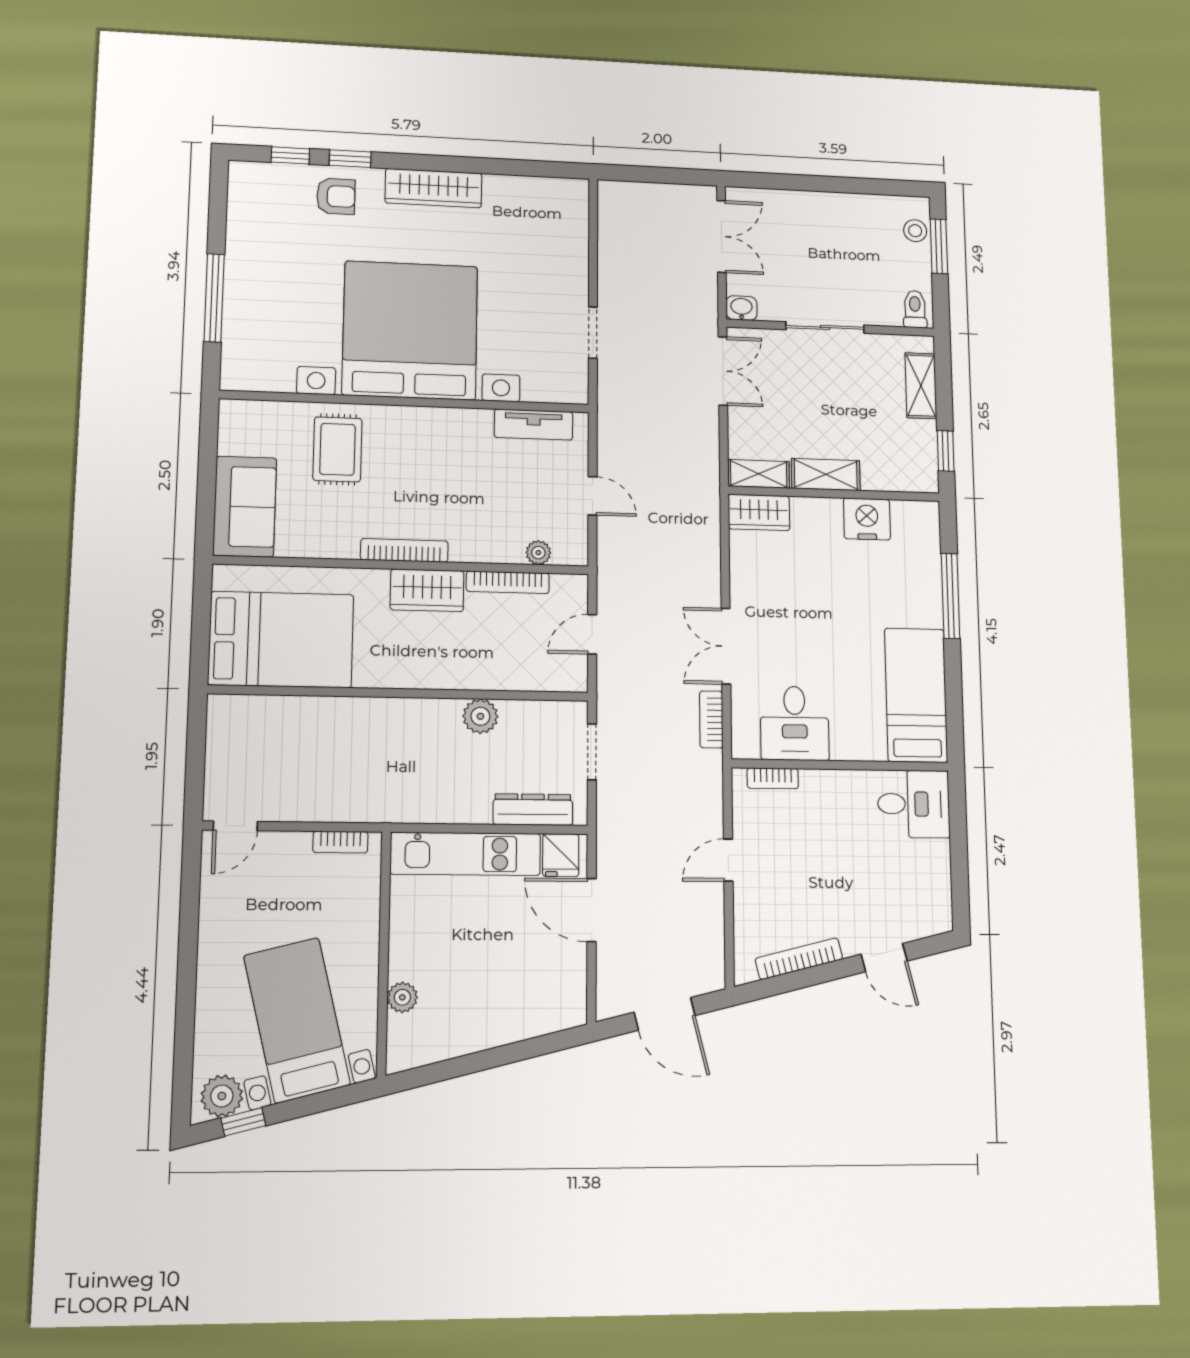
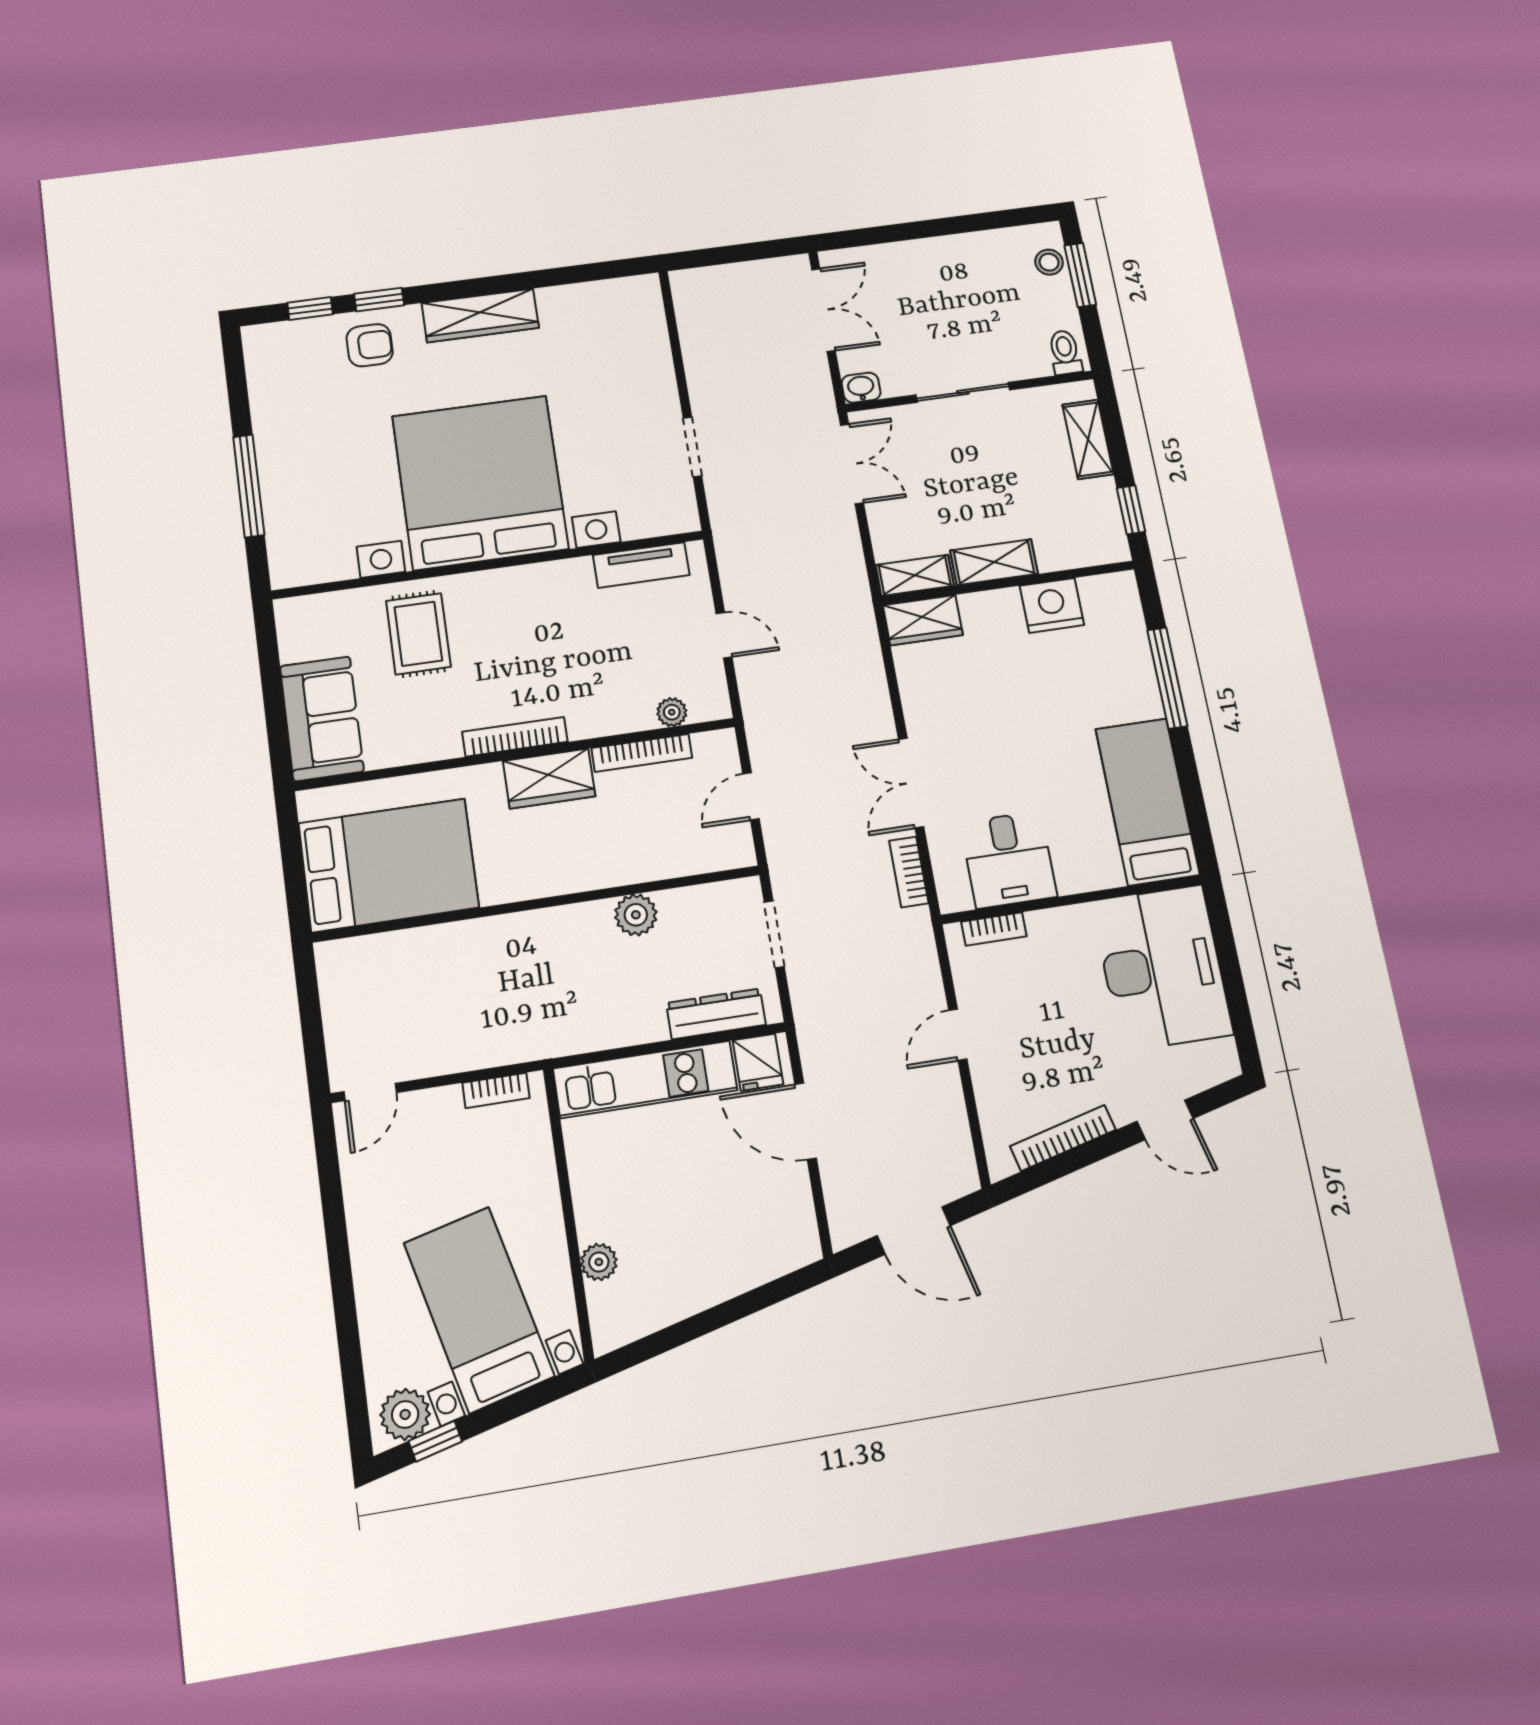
desk: (914, 804) -> (1162, 968), width x1.87, depth x1.30

